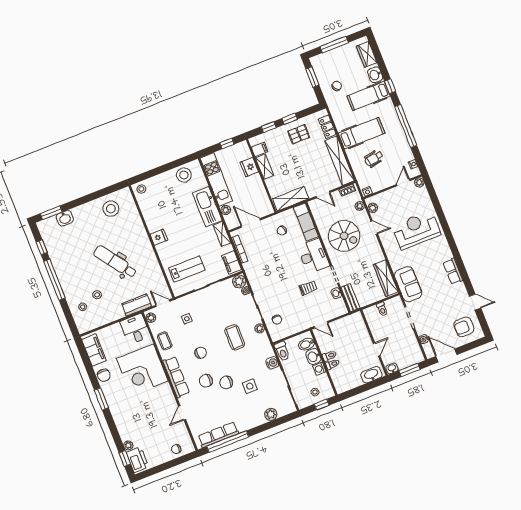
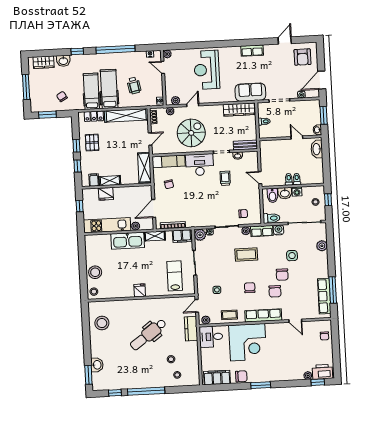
hospital bed: (369, 96) -> (91, 91), moved, turned 180
stool: (184, 175) -> (95, 272), moved
door: (321, 325) -> (260, 178), swing flipped
row of seats: (265, 345) -> (262, 231), added
window: (228, 442) -> (333, 290), width x0.68

